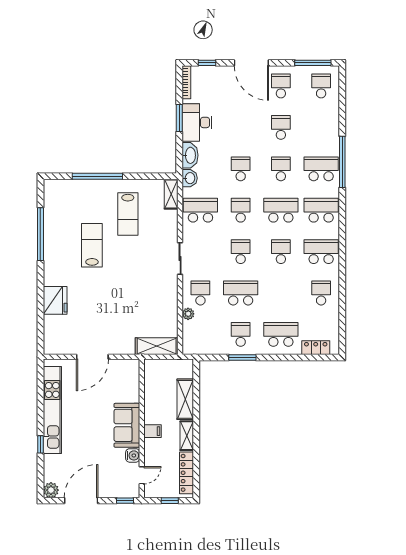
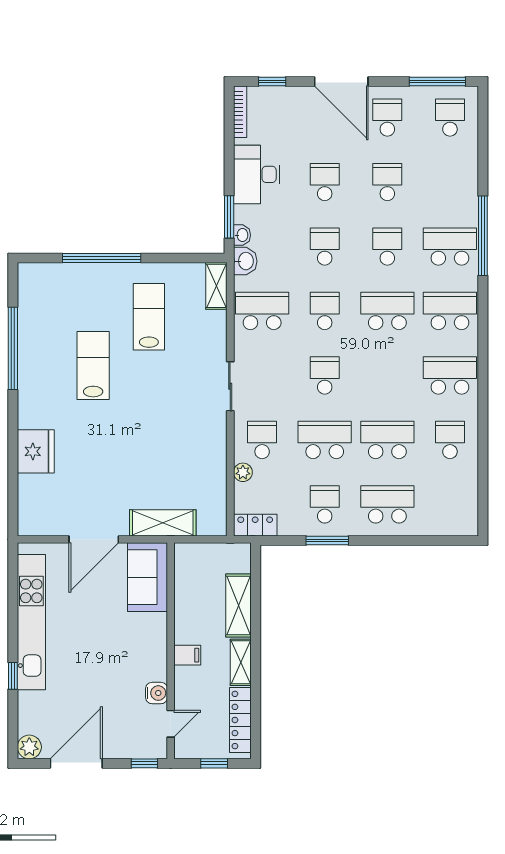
window: (179, 118) -> (229, 217), moved
school desk: (241, 127) -> (325, 182), added
washbasin: (190, 155) -> (242, 235), width x0.52, depth x0.69
lab bench: (128, 214) -> (149, 317), turned 180
school desk: (281, 252) -> (387, 440), moved, width x1.85
shelving: (157, 346) -> (163, 523), moved
locker: (316, 348) -> (255, 525), moved
sofa: (127, 425) -> (147, 577), moved

